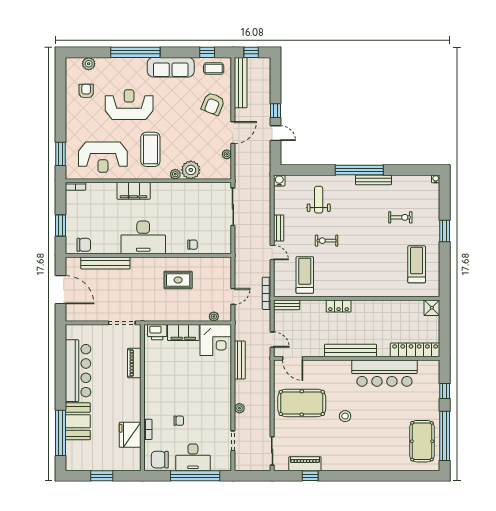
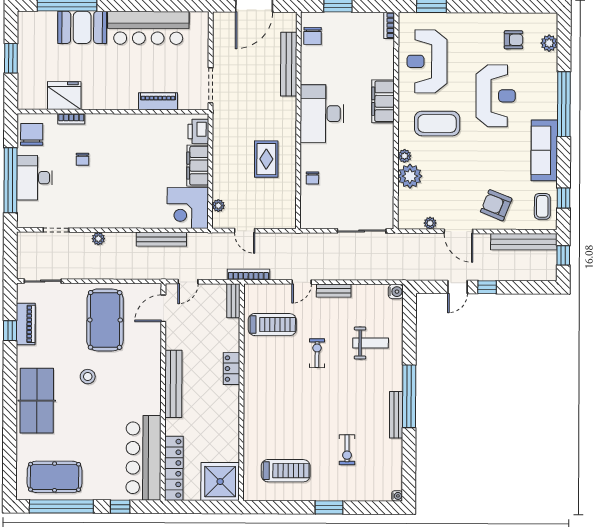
shower: (432, 308) -> (220, 482), width x1.86, depth x1.86
bar counter: (384, 373) -> (144, 458), moved
table tennis table: (364, 455) -> (37, 401), added

